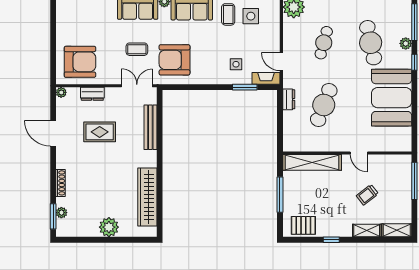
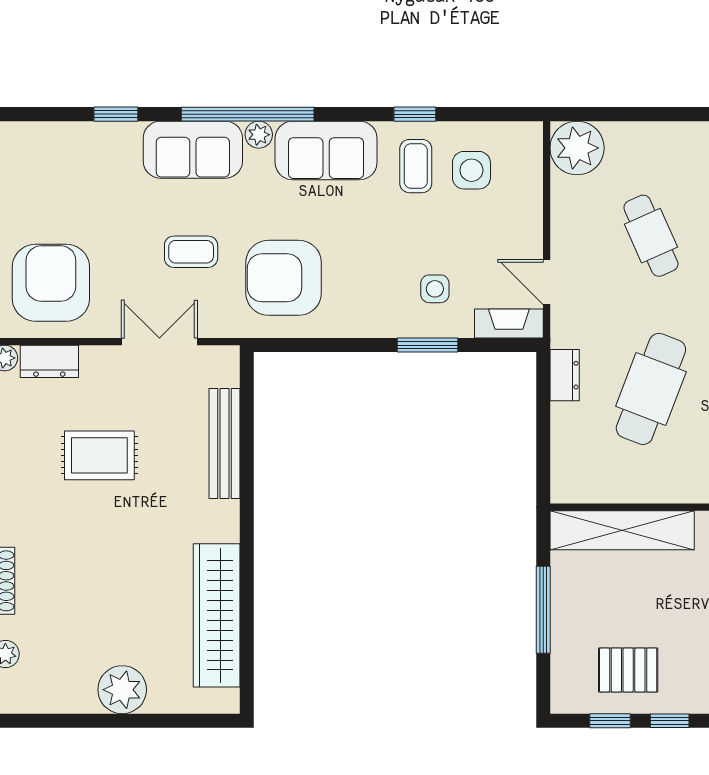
cafe table: (324, 43) -> (651, 236), turned -39
armchair: (80, 62) -> (51, 283), turned -90
double door: (137, 86) -> (159, 342), moved
window: (245, 87) -> (427, 345), moved
dresser: (92, 94) -> (49, 361), moved
pallet: (303, 225) -> (628, 670), moved
window: (307, 240) -> (610, 721), added

